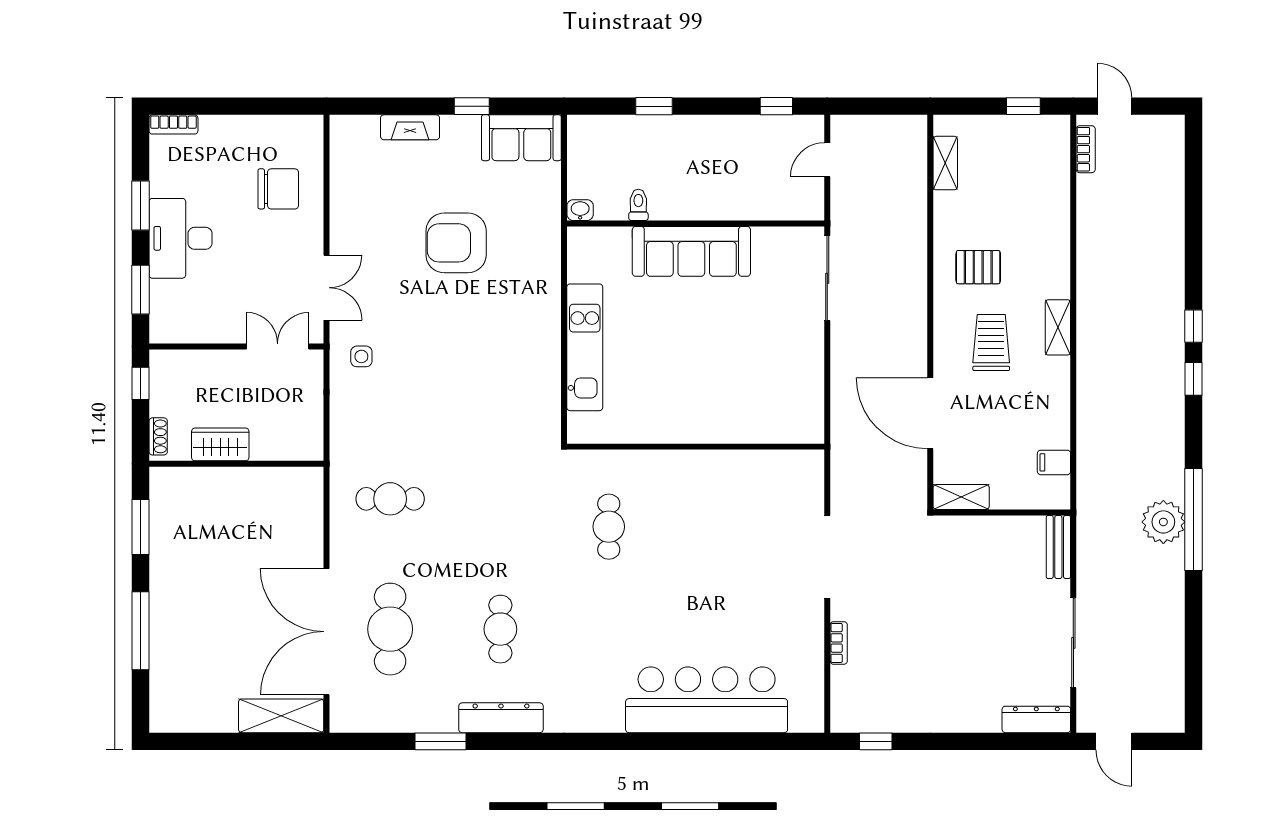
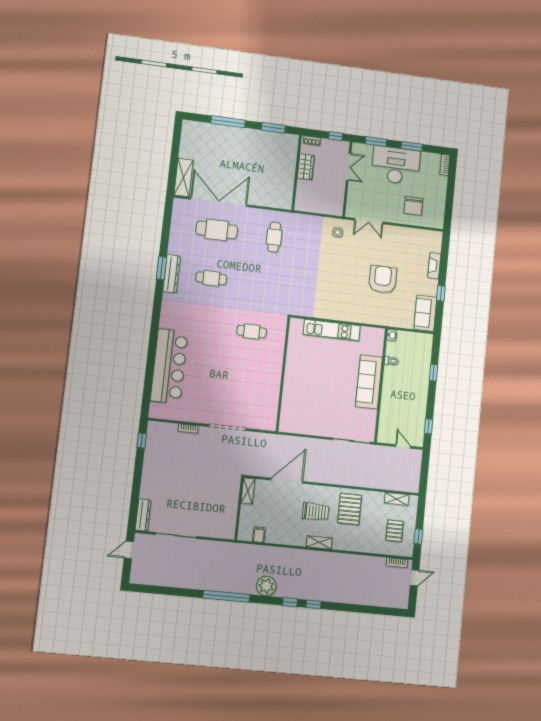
pallet: (1016, 161) -> (394, 531), added
desk: (181, 238) -> (396, 165), width x1.36, depth x1.30
pallet: (978, 267) -> (350, 509), width x1.50, depth x1.42
double door: (278, 346) -> (349, 167), moved
plant: (1163, 522) -> (266, 586), moved
bench: (1058, 547) -> (221, 533), removed
window: (440, 741) -> (162, 268), moved

